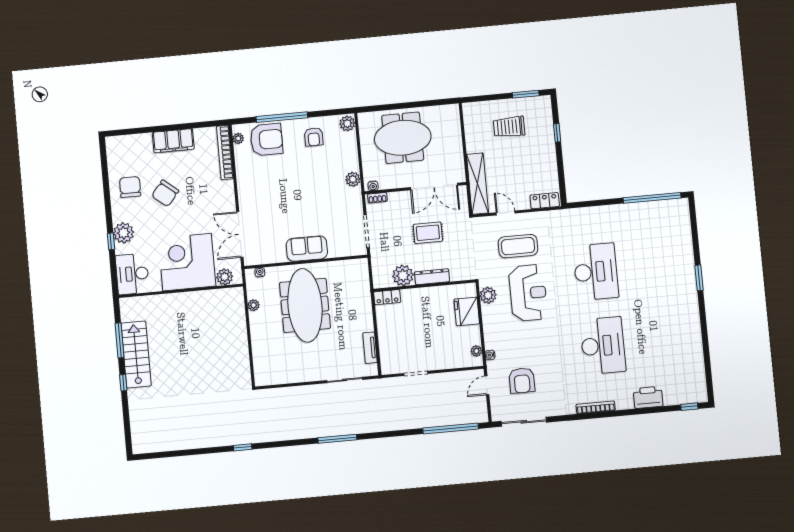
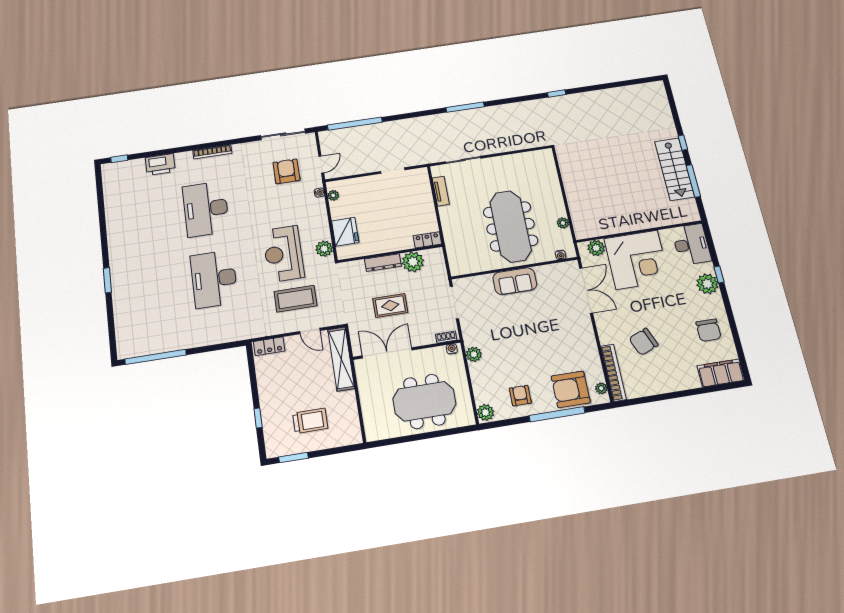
filing cabinet: (173, 141) -> (721, 373), moved
chair: (165, 193) -> (643, 342), moved, turned -151

